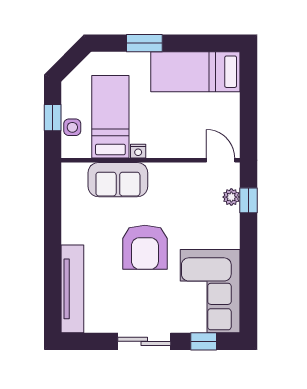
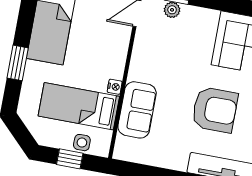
armchair: (145, 247) -> (215, 110), moved

